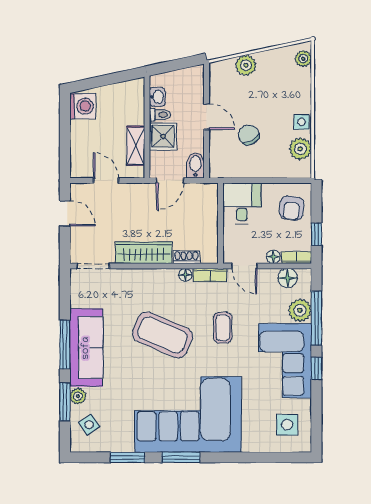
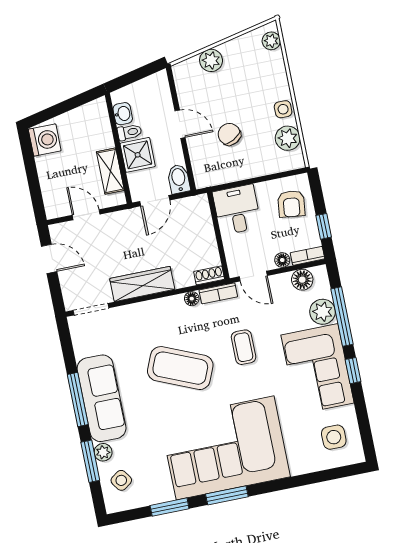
shoe rack: (186, 257) -> (209, 275), moved

